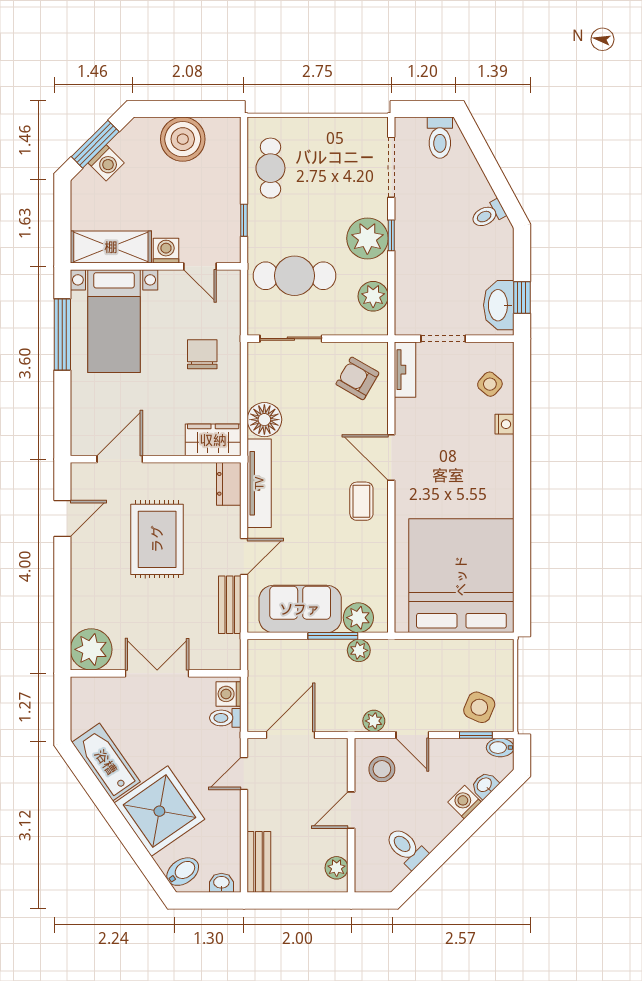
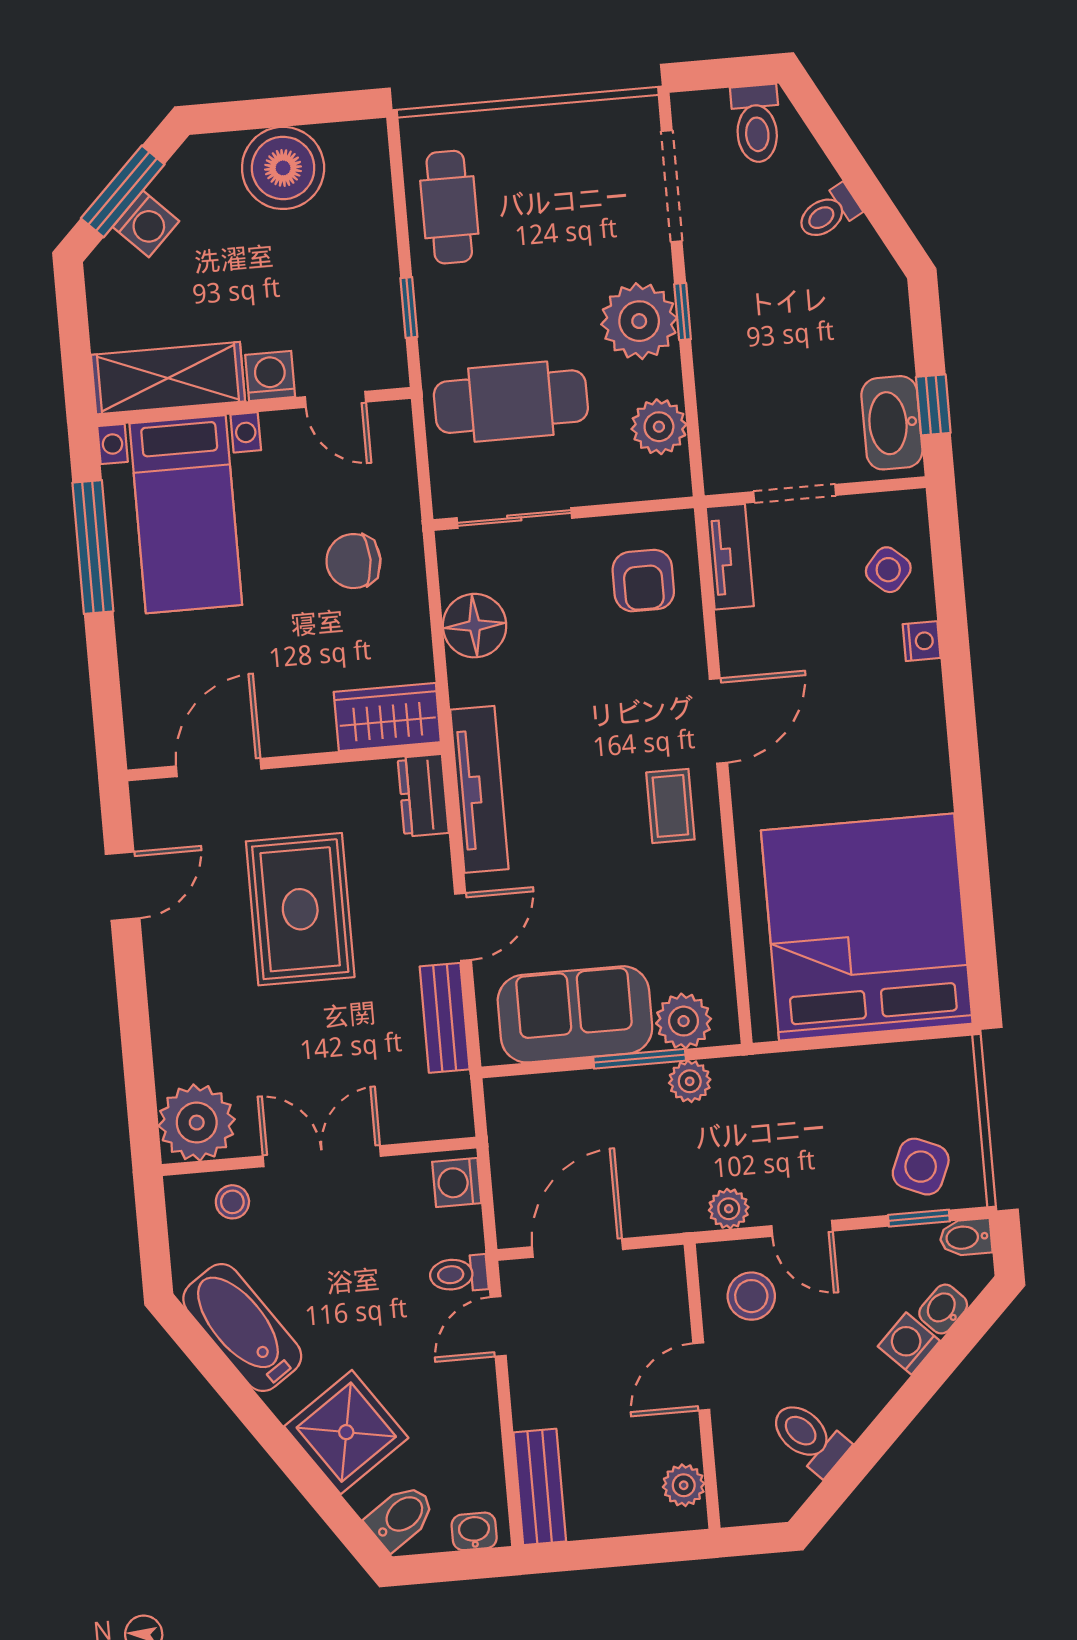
toilet: (488, 214) -> (828, 213), moved
chair: (202, 354) -> (353, 561), turned -90
armchair: (357, 378) -> (643, 581), turned -120
floor lamp: (264, 420) -> (475, 626), moved
door: (391, 458) -> (718, 721), swing flipped
stool: (107, 694) -> (232, 1202), added
toilet: (225, 718) -> (459, 1274), moved
shower: (159, 811) -> (346, 1432), width x0.73, depth x0.73

